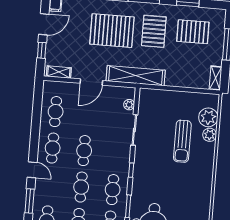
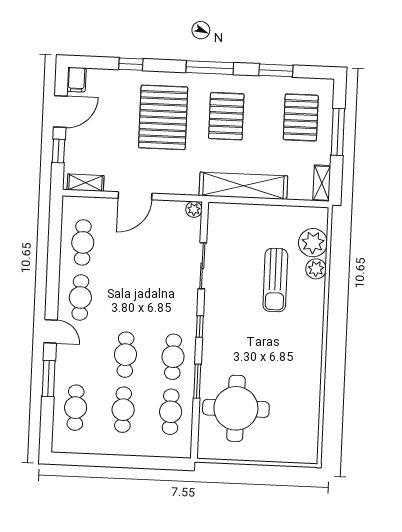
pallet: (112, 31) -> (163, 117), turned 90
pallet: (193, 32) -> (301, 117), moved, turned 90
shelving: (136, 76) -> (243, 186), moved
plant: (129, 105) -> (194, 209), moved
cafe table: (84, 151) -> (128, 300), removed

